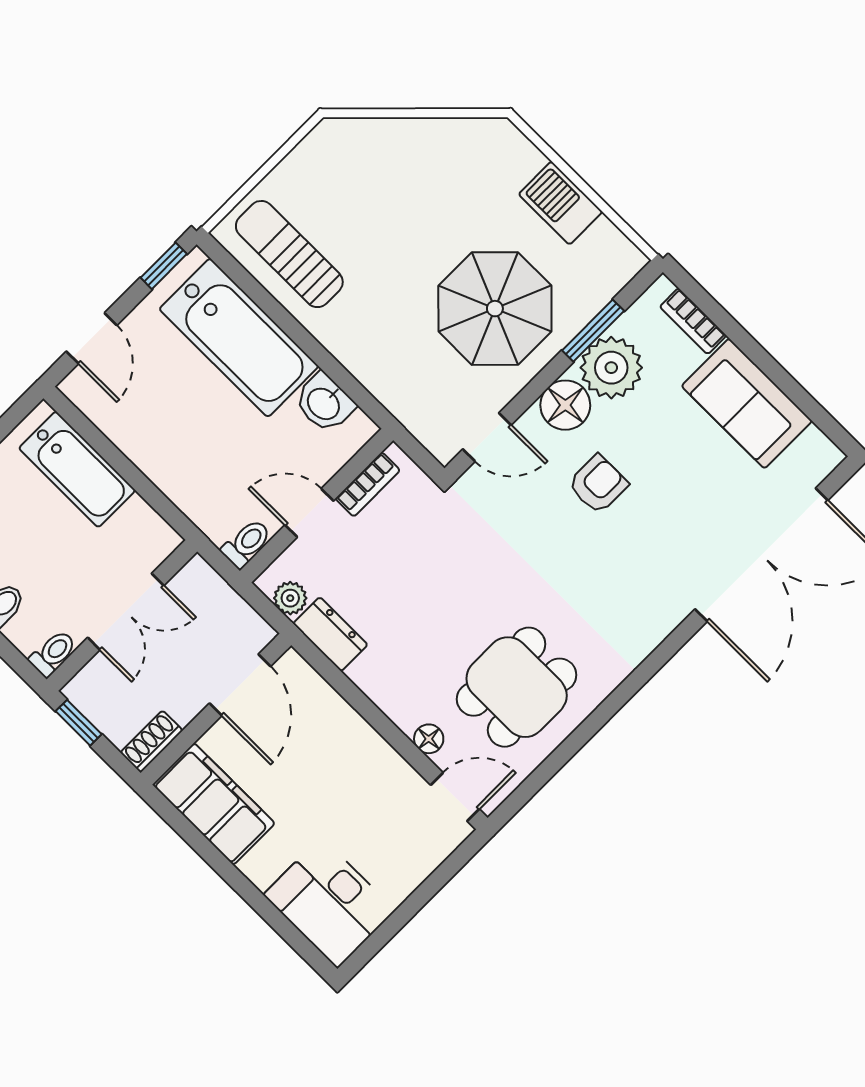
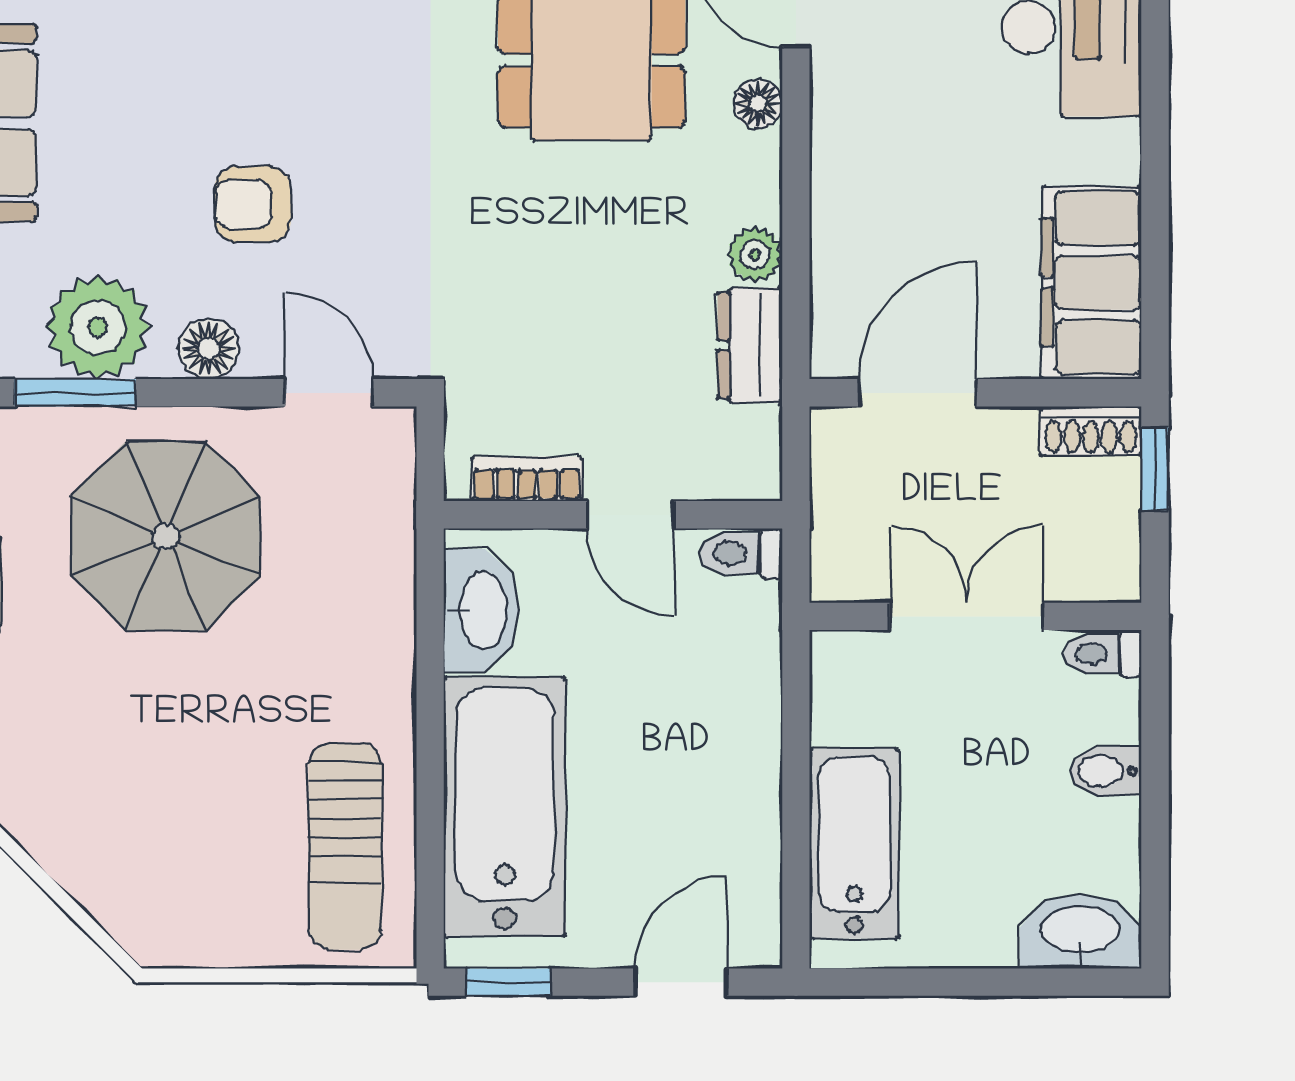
washbasin: (324, 403) -> (481, 610), width x1.38
floor lamp: (565, 405) -> (209, 349), width x0.73, depth x0.73
plant: (290, 598) -> (755, 255), moved
window: (79, 723) -> (1155, 469), moved

